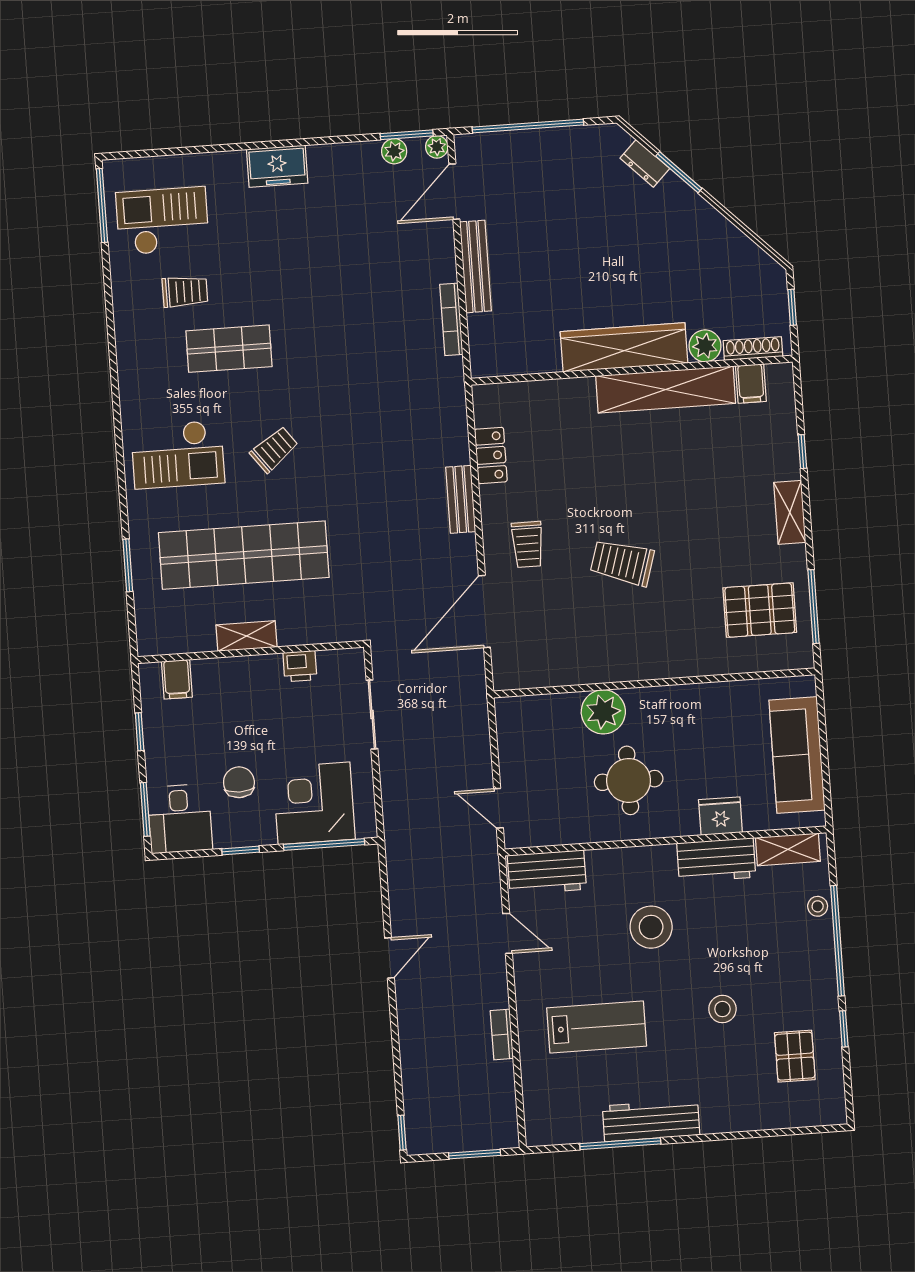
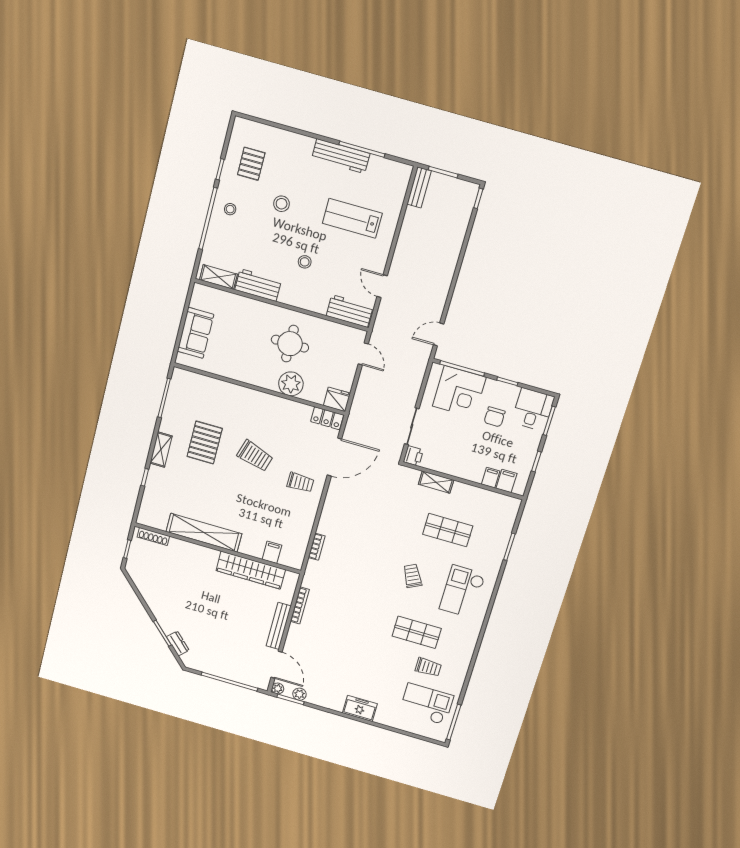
door: (454, 192) -> (277, 665), hinge flipped
checkout: (163, 221) -> (426, 704), turned 180
trolley: (185, 292) -> (428, 667), turned 180
plant: (705, 346) -> (177, 546), removed
wardrobe: (624, 347) -> (251, 570), moved
filing cabinet: (751, 384) -> (272, 552), moved
trolley: (274, 449) -> (412, 576), turned 100
checkout: (178, 454) -> (462, 591), turned -90
locker: (491, 455) -> (327, 418), moved, turned -90
bench: (461, 499) -> (419, 187), moved
trolley: (528, 544) -> (300, 482), turned 90
shop shelf: (244, 555) -> (448, 530), width x0.50, depth x0.74
pallet: (760, 610) -> (205, 443), moved, turned 90
shelving: (247, 636) -> (436, 482), moved
printer: (300, 666) -> (413, 456), moved, turned 90
filing cabinet: (206, 675) -> (491, 478), added
sofa: (797, 755) -> (196, 333), width x0.73
fridge: (720, 816) -> (337, 399), moved, turned 180
stool: (818, 906) -> (230, 209), moved
stool: (651, 927) -> (305, 262), width x0.53, depth x0.53
door: (389, 958) -> (439, 334), moved
bookcase: (502, 1035) -> (317, 547), moved

